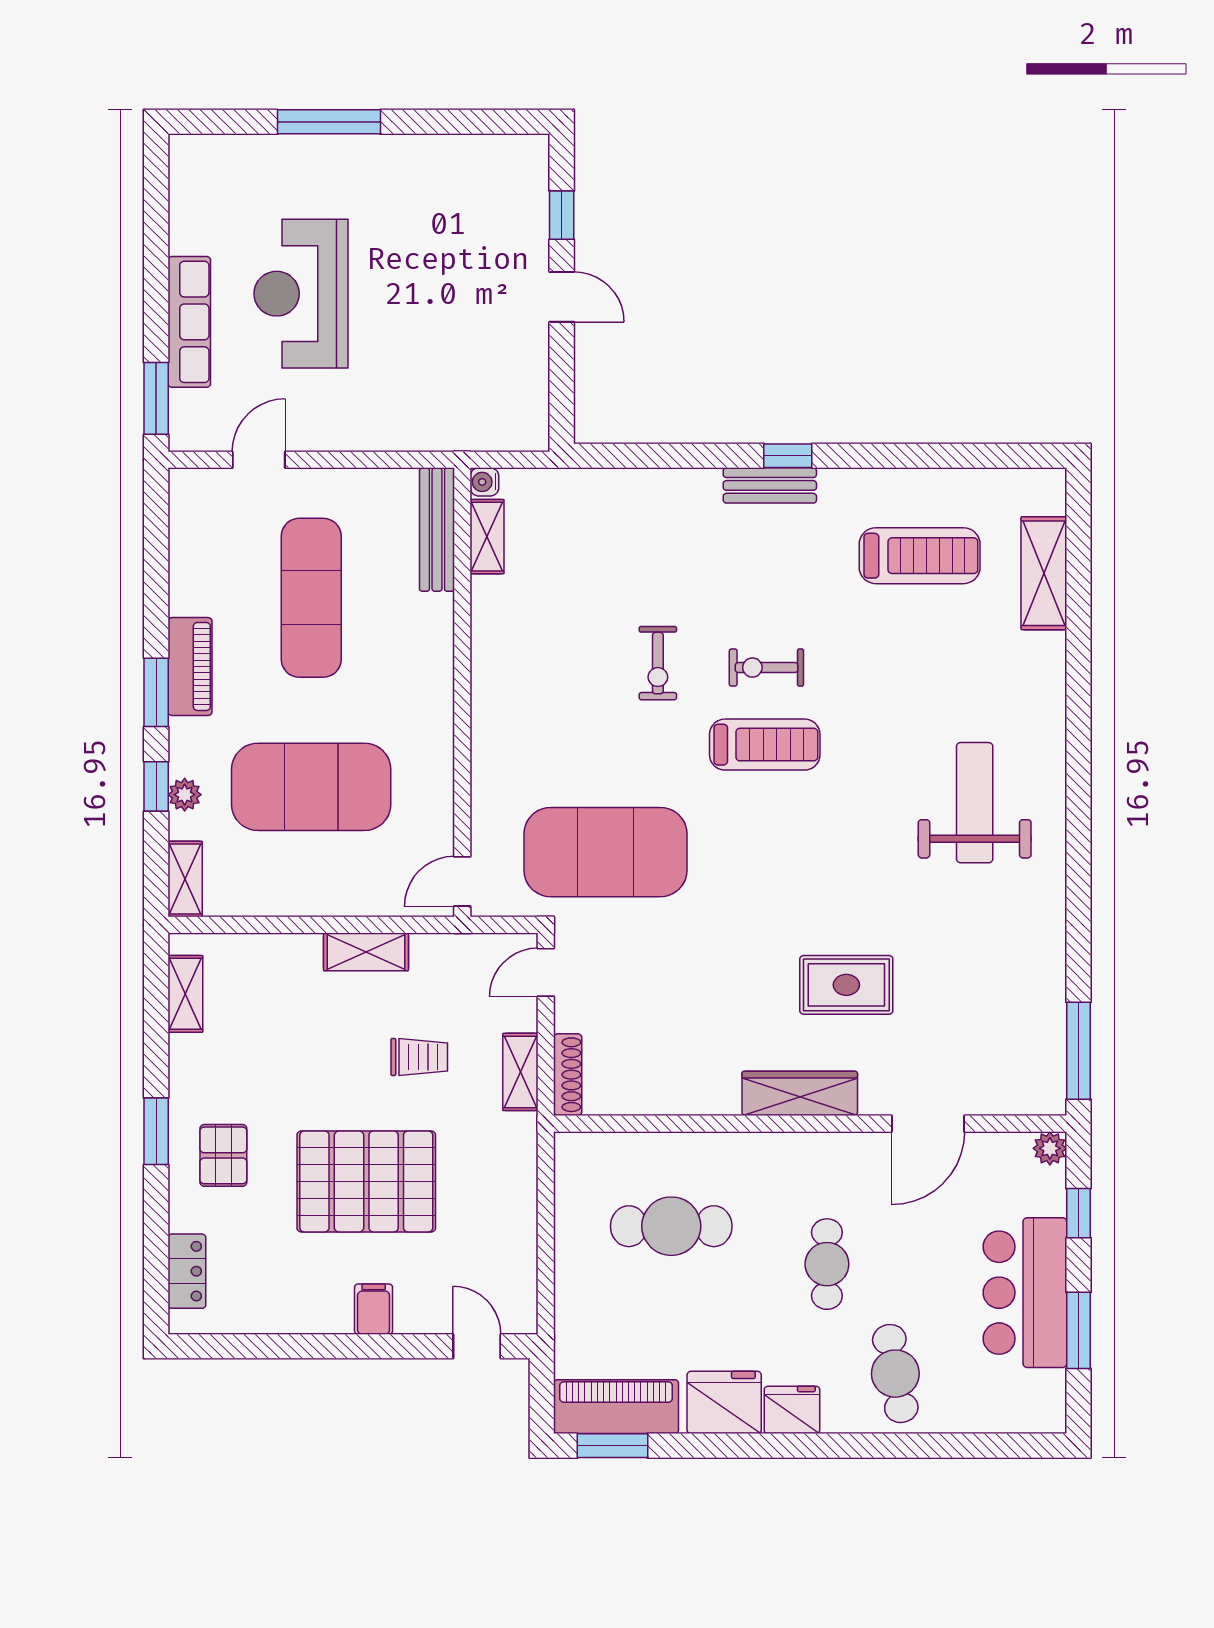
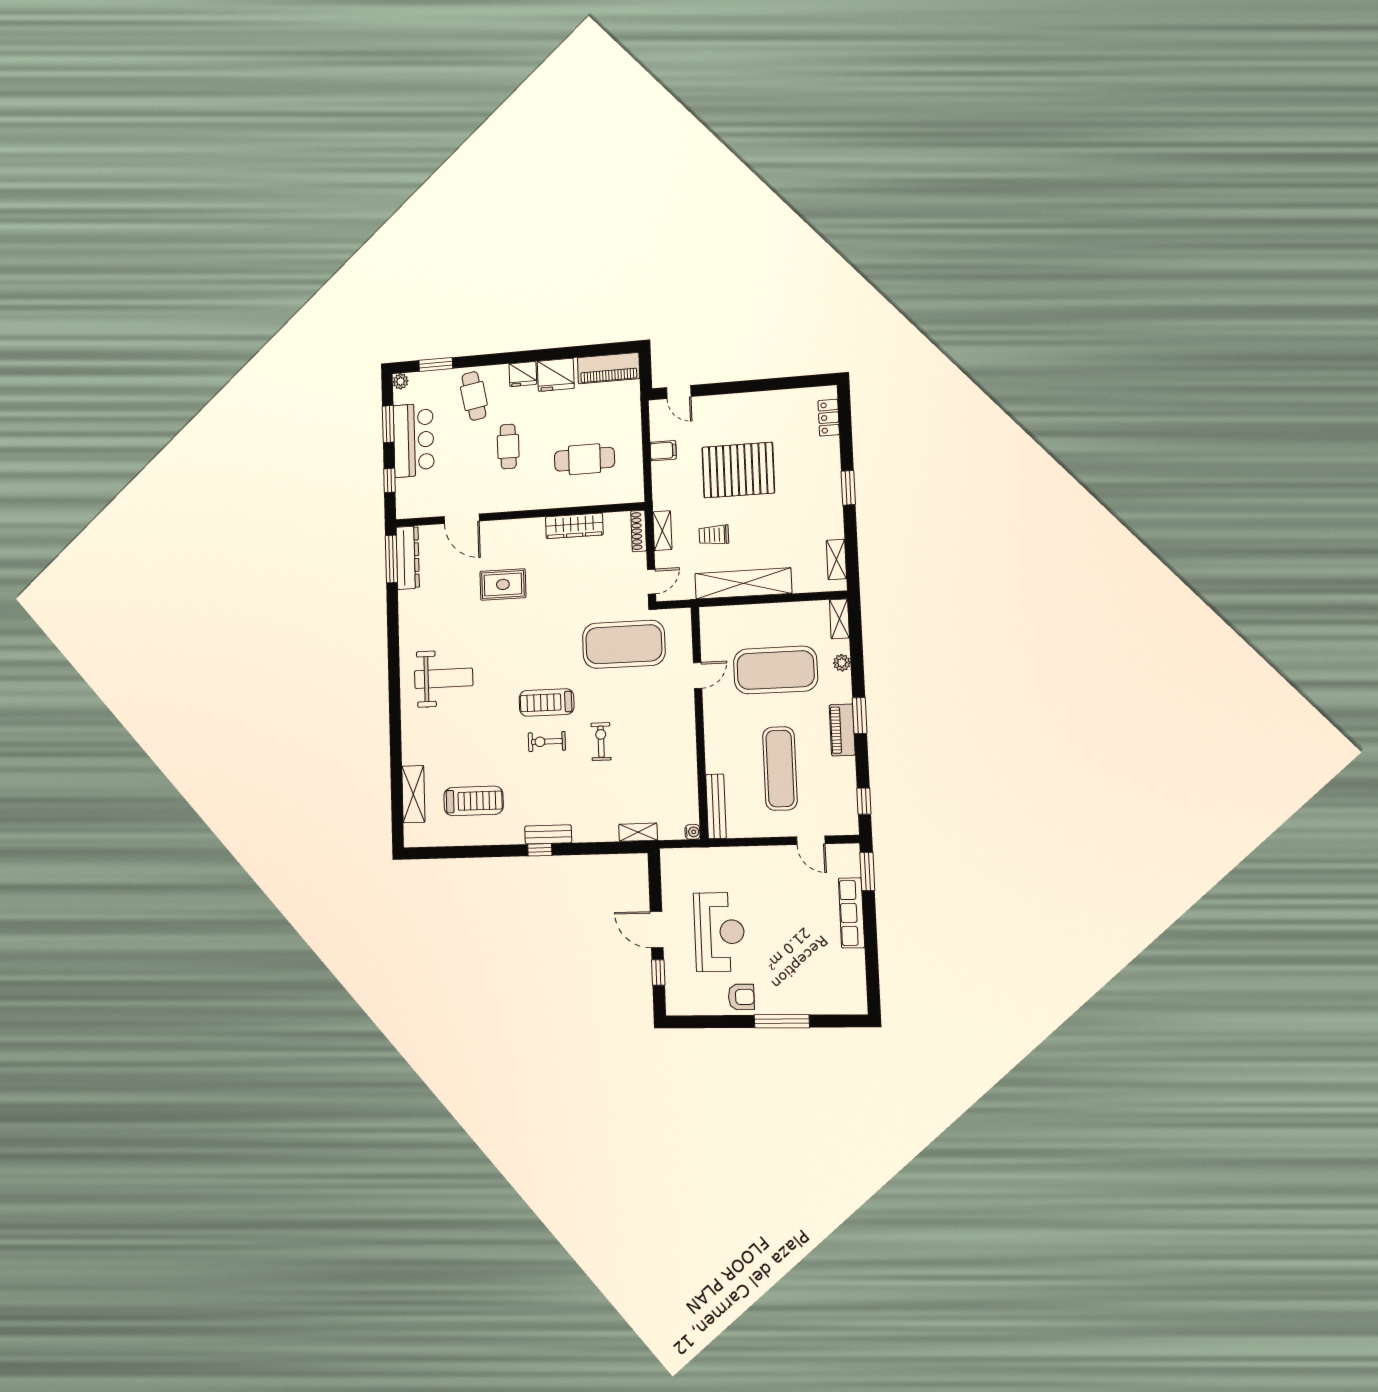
armchair: (404, 168) -> (741, 997), added
reception desk: (301, 294) -> (719, 932), moved
door: (562, 297) -> (657, 930), width x1.38
door: (259, 460) -> (811, 840), hinge flipped
shelving: (487, 537) -> (638, 832), moved, turned 90
treadmill: (920, 556) -> (474, 801), turned 180
exercise bike: (766, 668) -> (547, 742), turned 180
window: (156, 786) -> (864, 801), moved
weight bench: (975, 803) -> (444, 678), turned -90
door: (462, 881) -> (698, 675), moved
shelving: (366, 952) -> (743, 583), width x2.20, depth x1.33
dresser: (1044, 1051) -> (408, 558), added
wardrobe: (800, 1093) -> (574, 526), moved
door: (928, 1124) -> (462, 519), swing flipped
plant: (1050, 1148) -> (401, 381), moved
pallet: (223, 1155) -> (812, 478), removed
filing cabinet: (374, 1309) -> (663, 451), moved, turned -90
window: (613, 1446) -> (436, 364), moved

